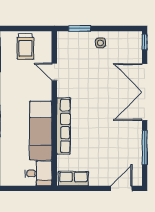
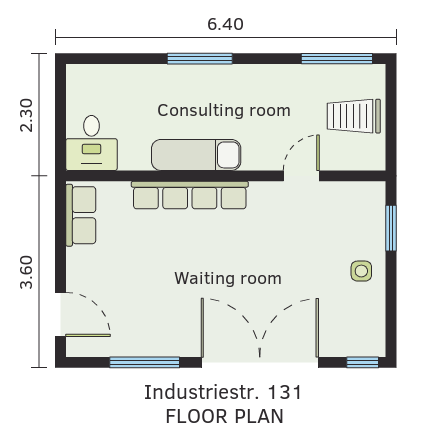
exam couch: (41, 131) -> (196, 155), width x0.73, depth x0.69

